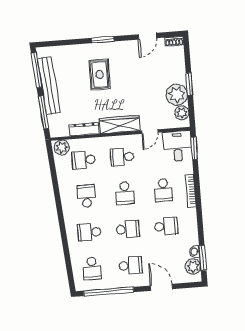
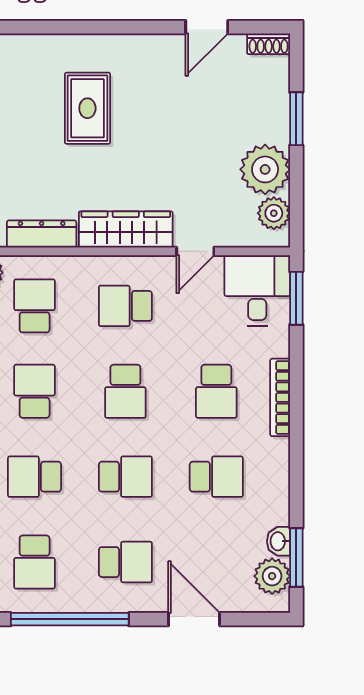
window: (103, 40) -> (101, 27), removed
window: (189, 84) -> (296, 119), moved
school desk: (84, 160) -> (35, 306), turned 90

